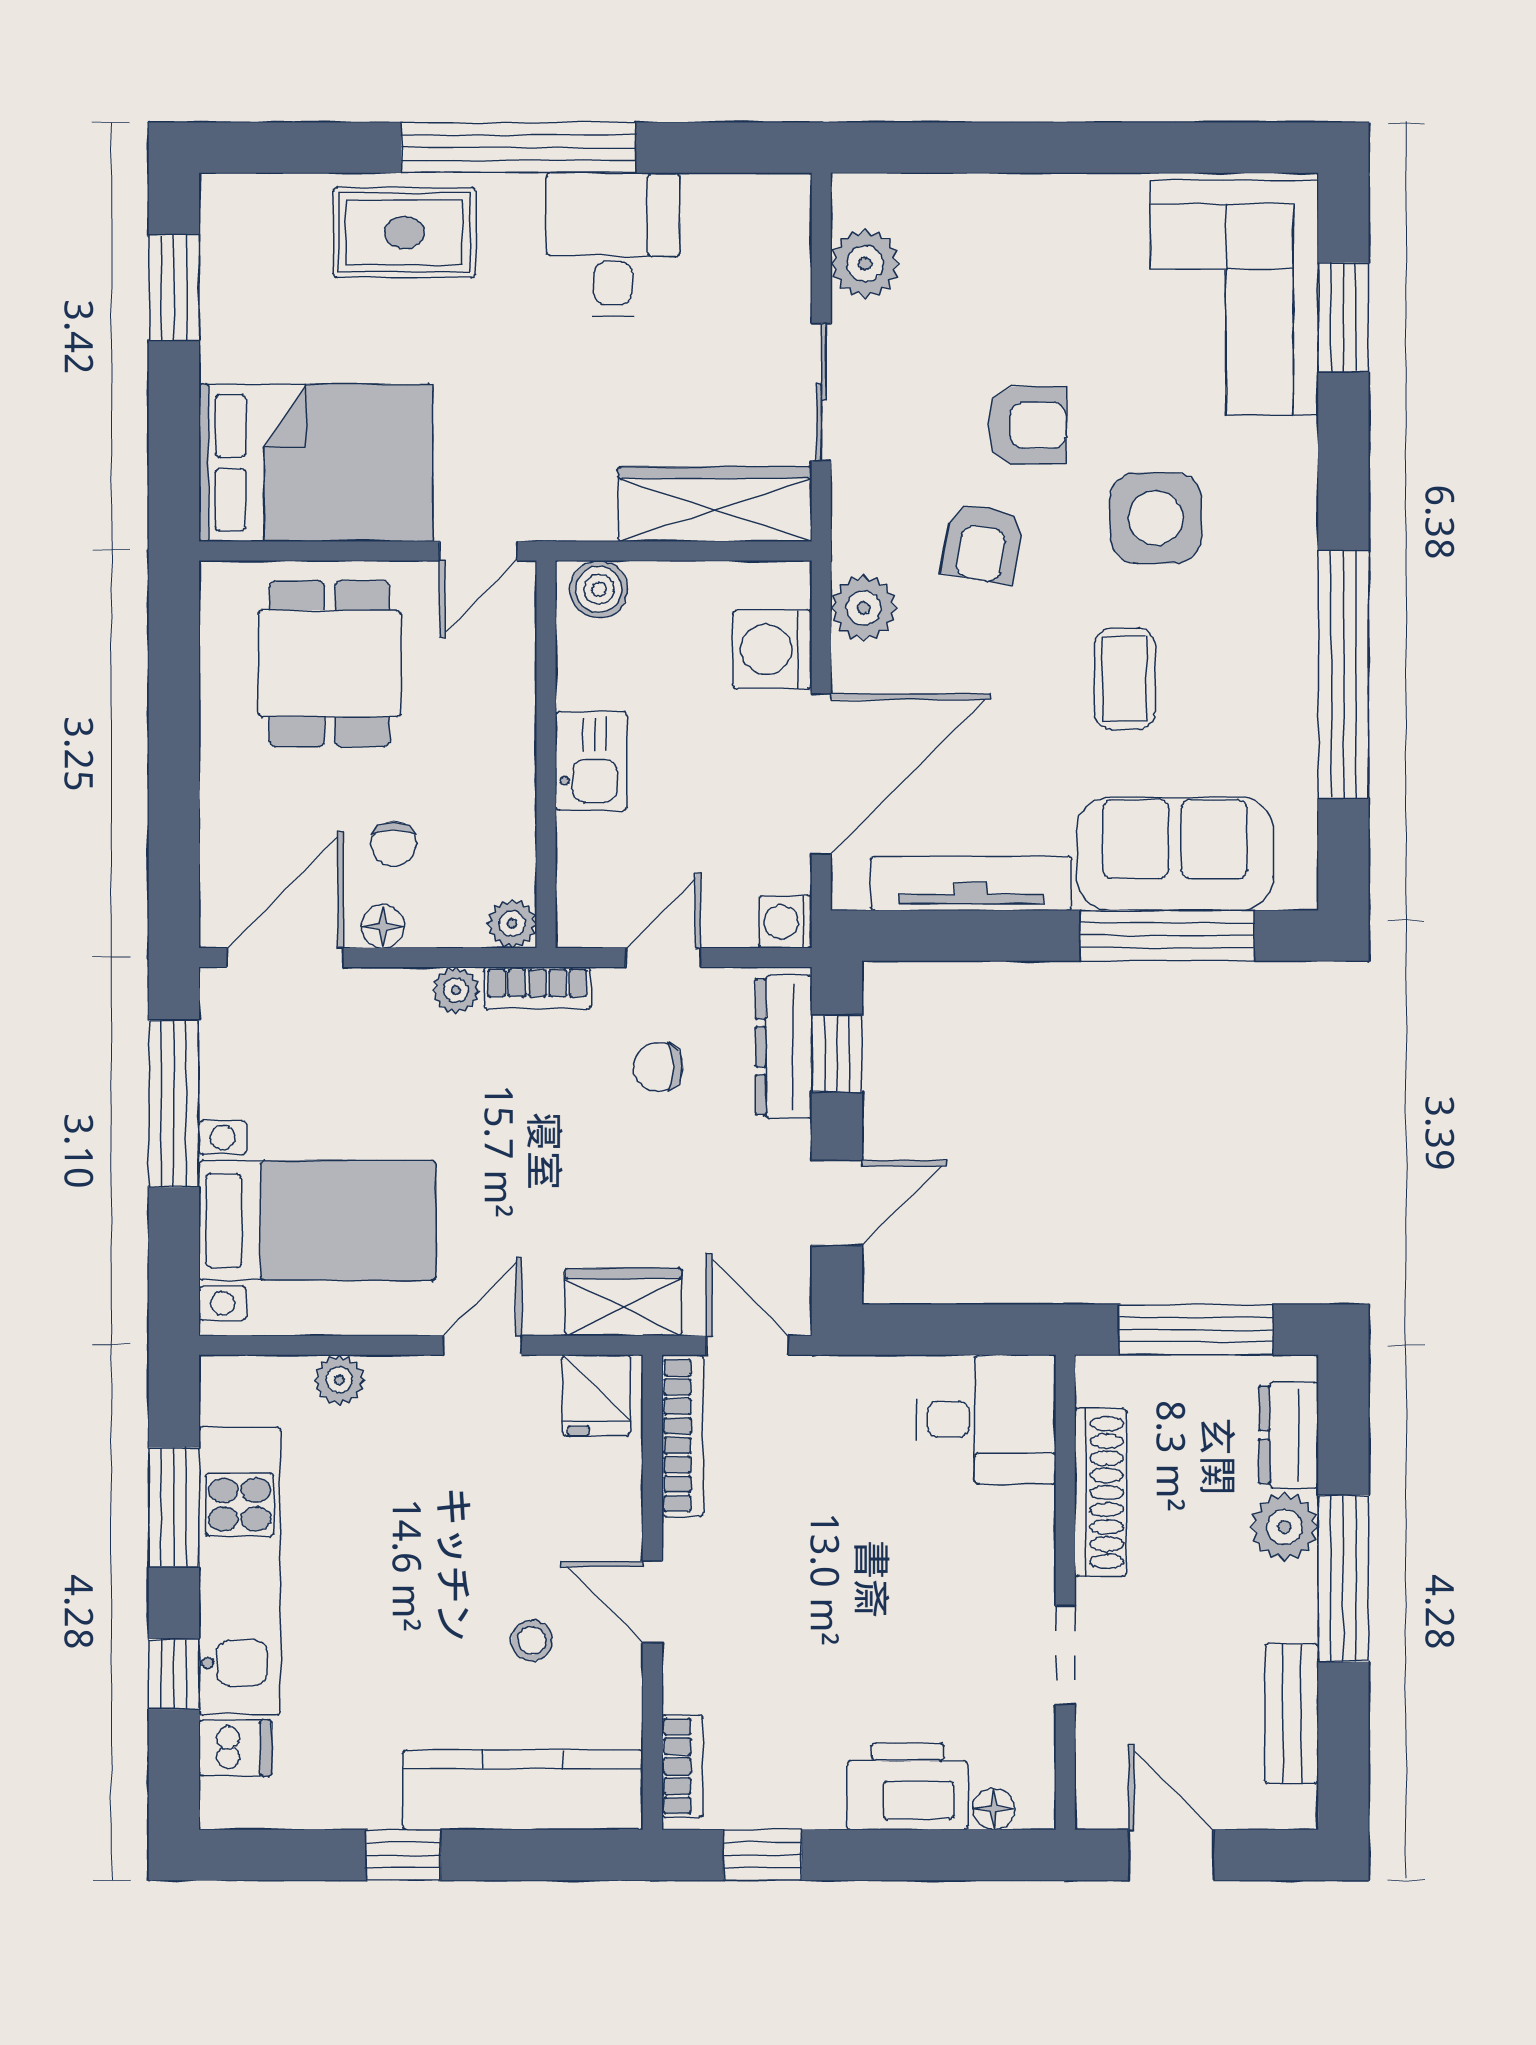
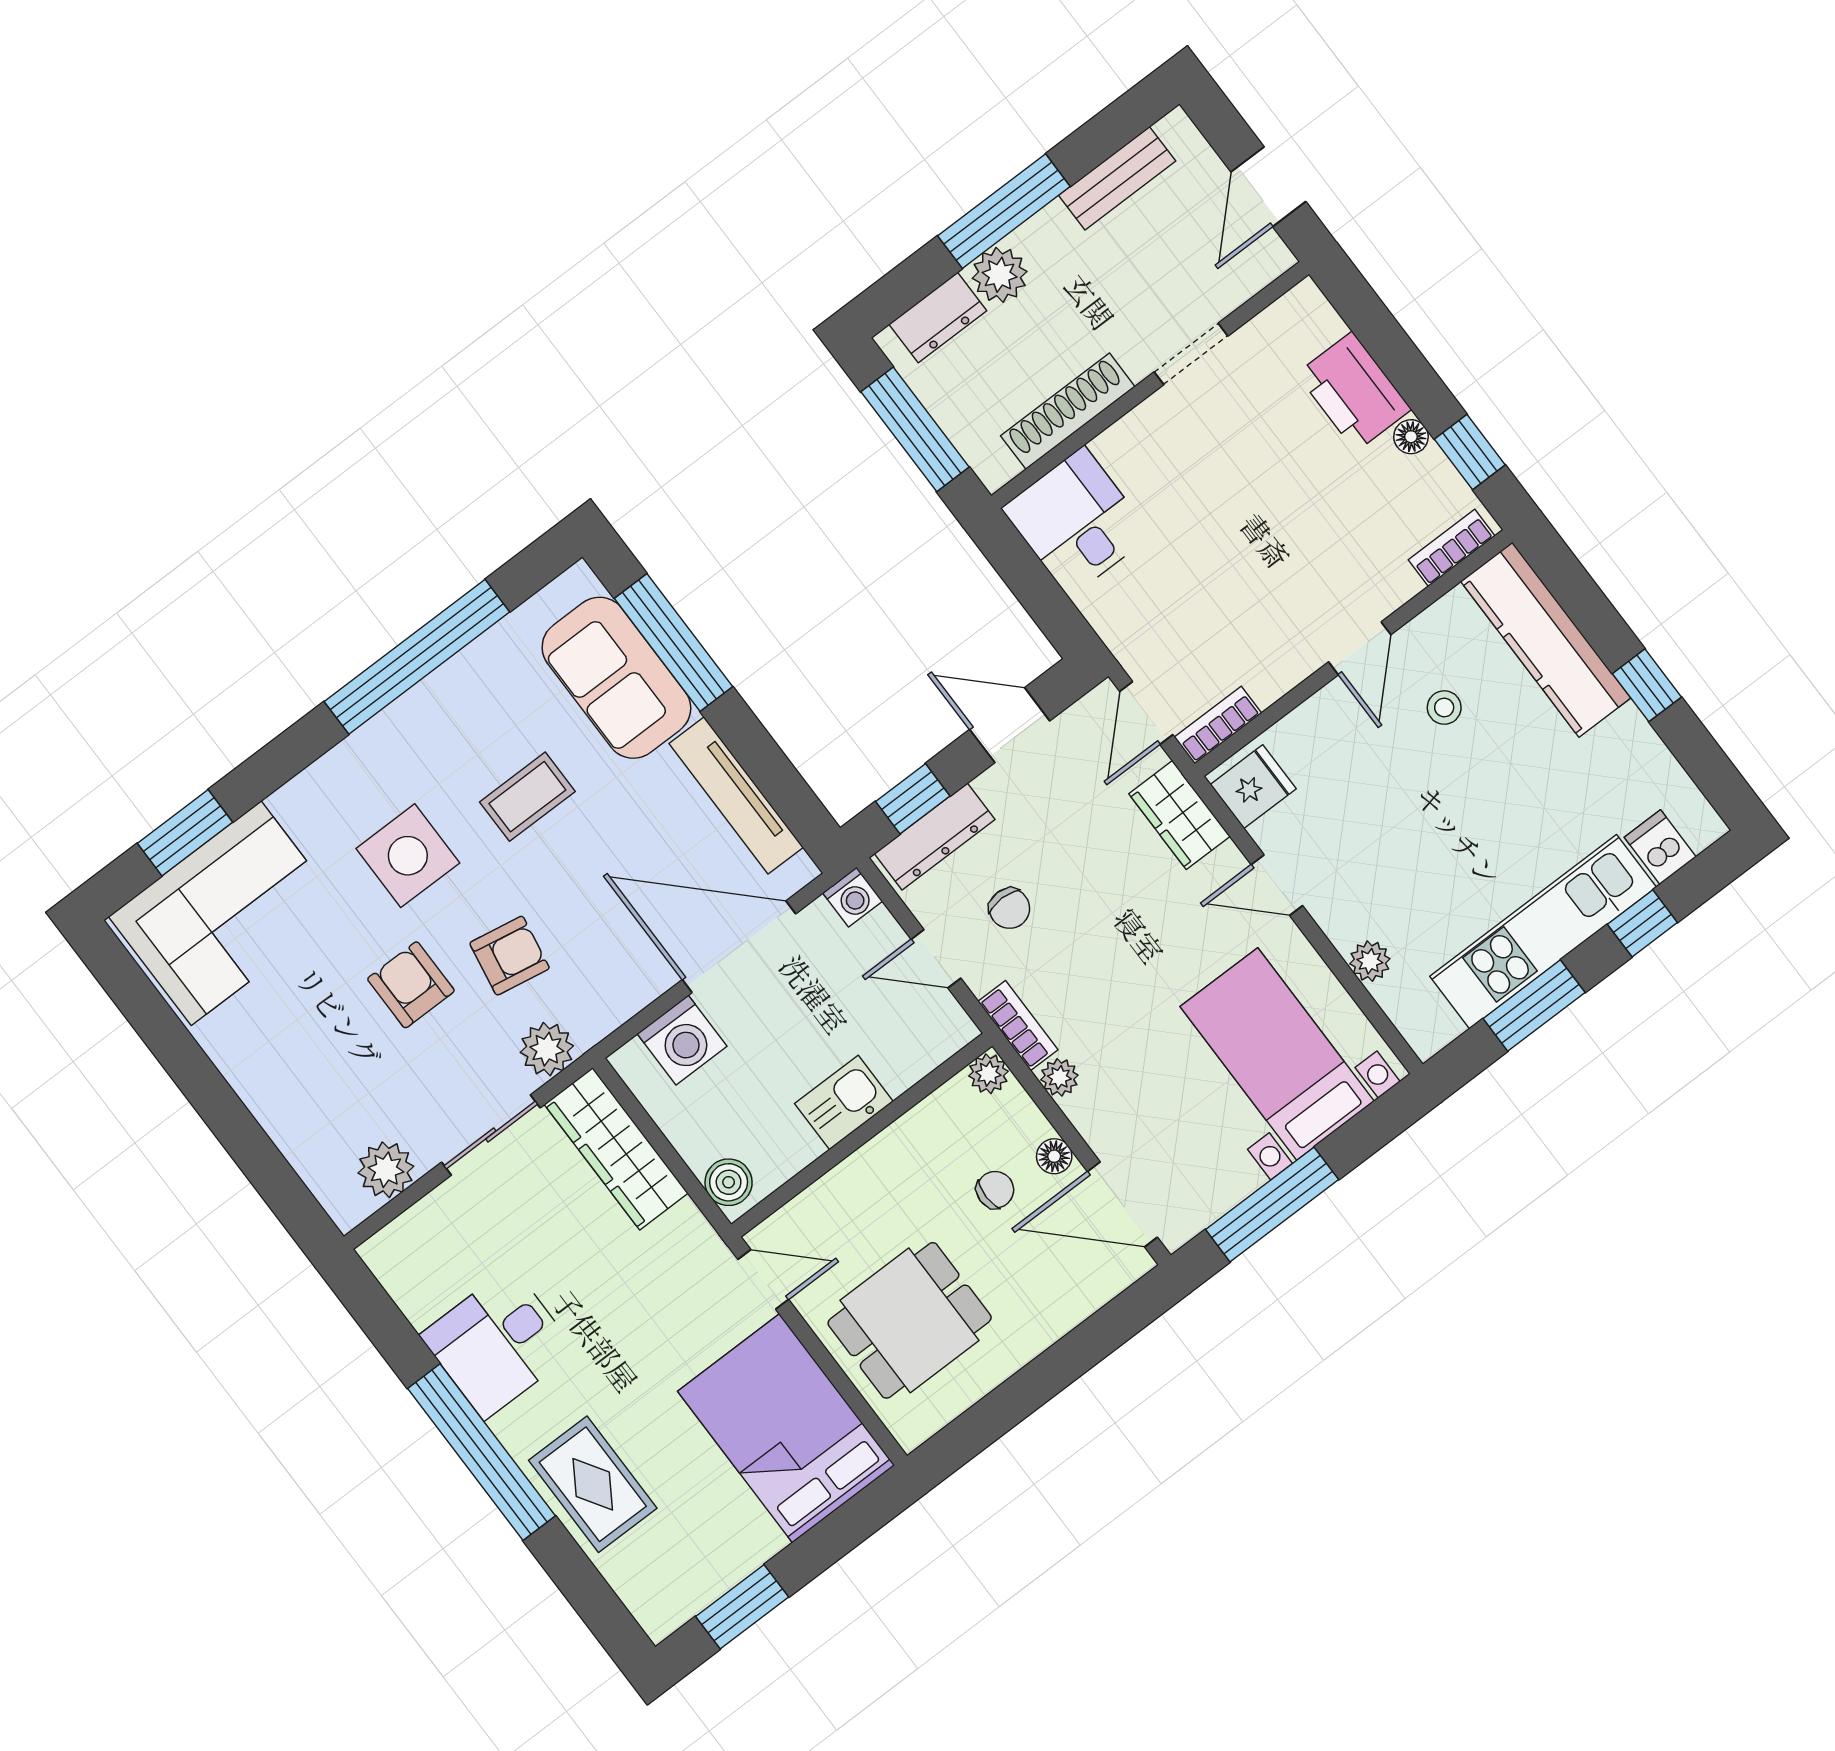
plant: (864, 608) -> (547, 1049), moved
bookcase: (682, 1436) -> (1218, 725), width x0.64
floor lamp: (994, 1809) -> (1411, 437), moved

